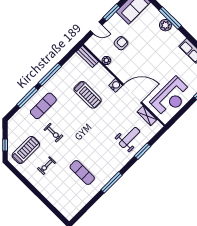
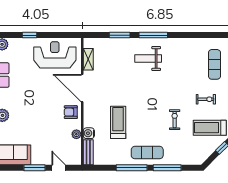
armchair: (121, 43) -> (71, 112), moved
water cooler: (116, 85) -> (89, 133), moved
exercise mat: (43, 106) -> (147, 153), moved
weight bench: (129, 138) -> (148, 58), moved
exercise mat: (82, 173) -> (214, 64), moved
window: (112, 182) -> (153, 35), moved

